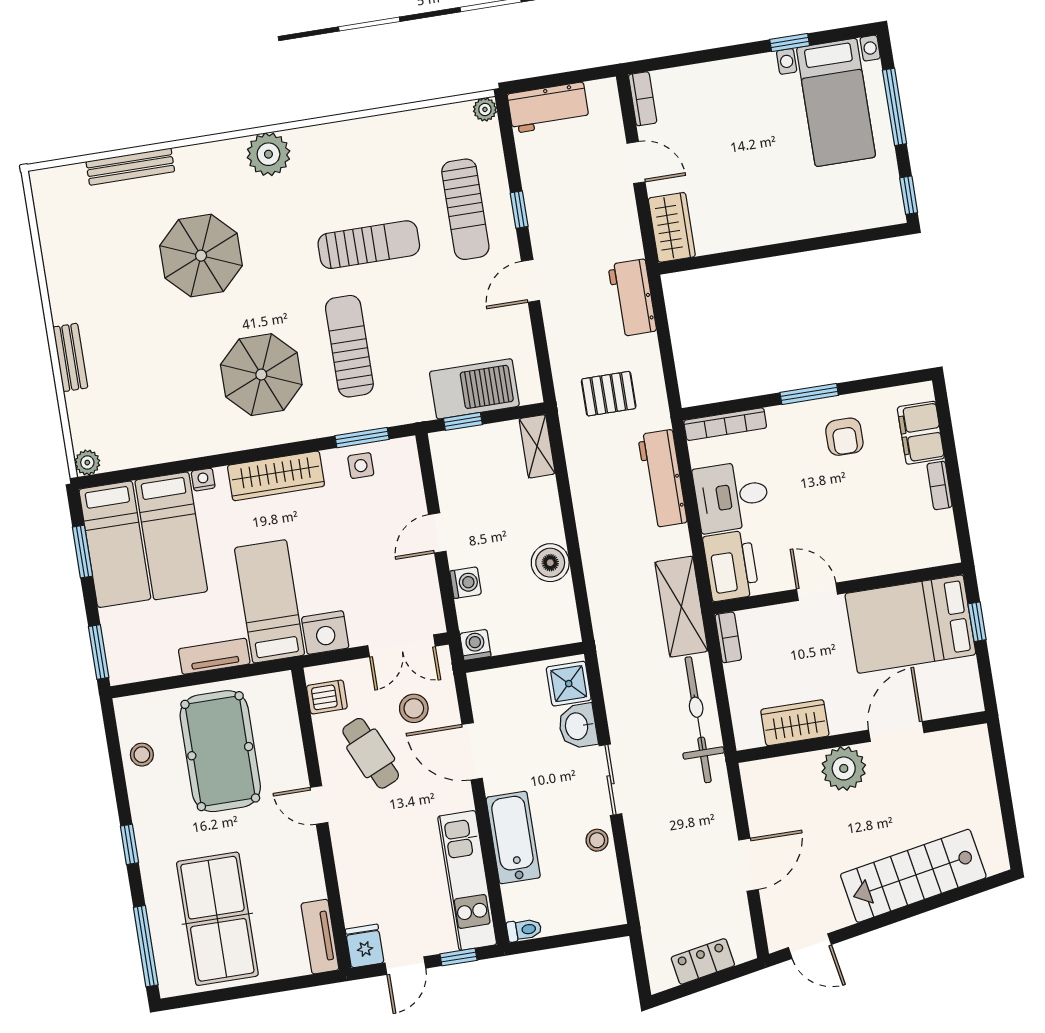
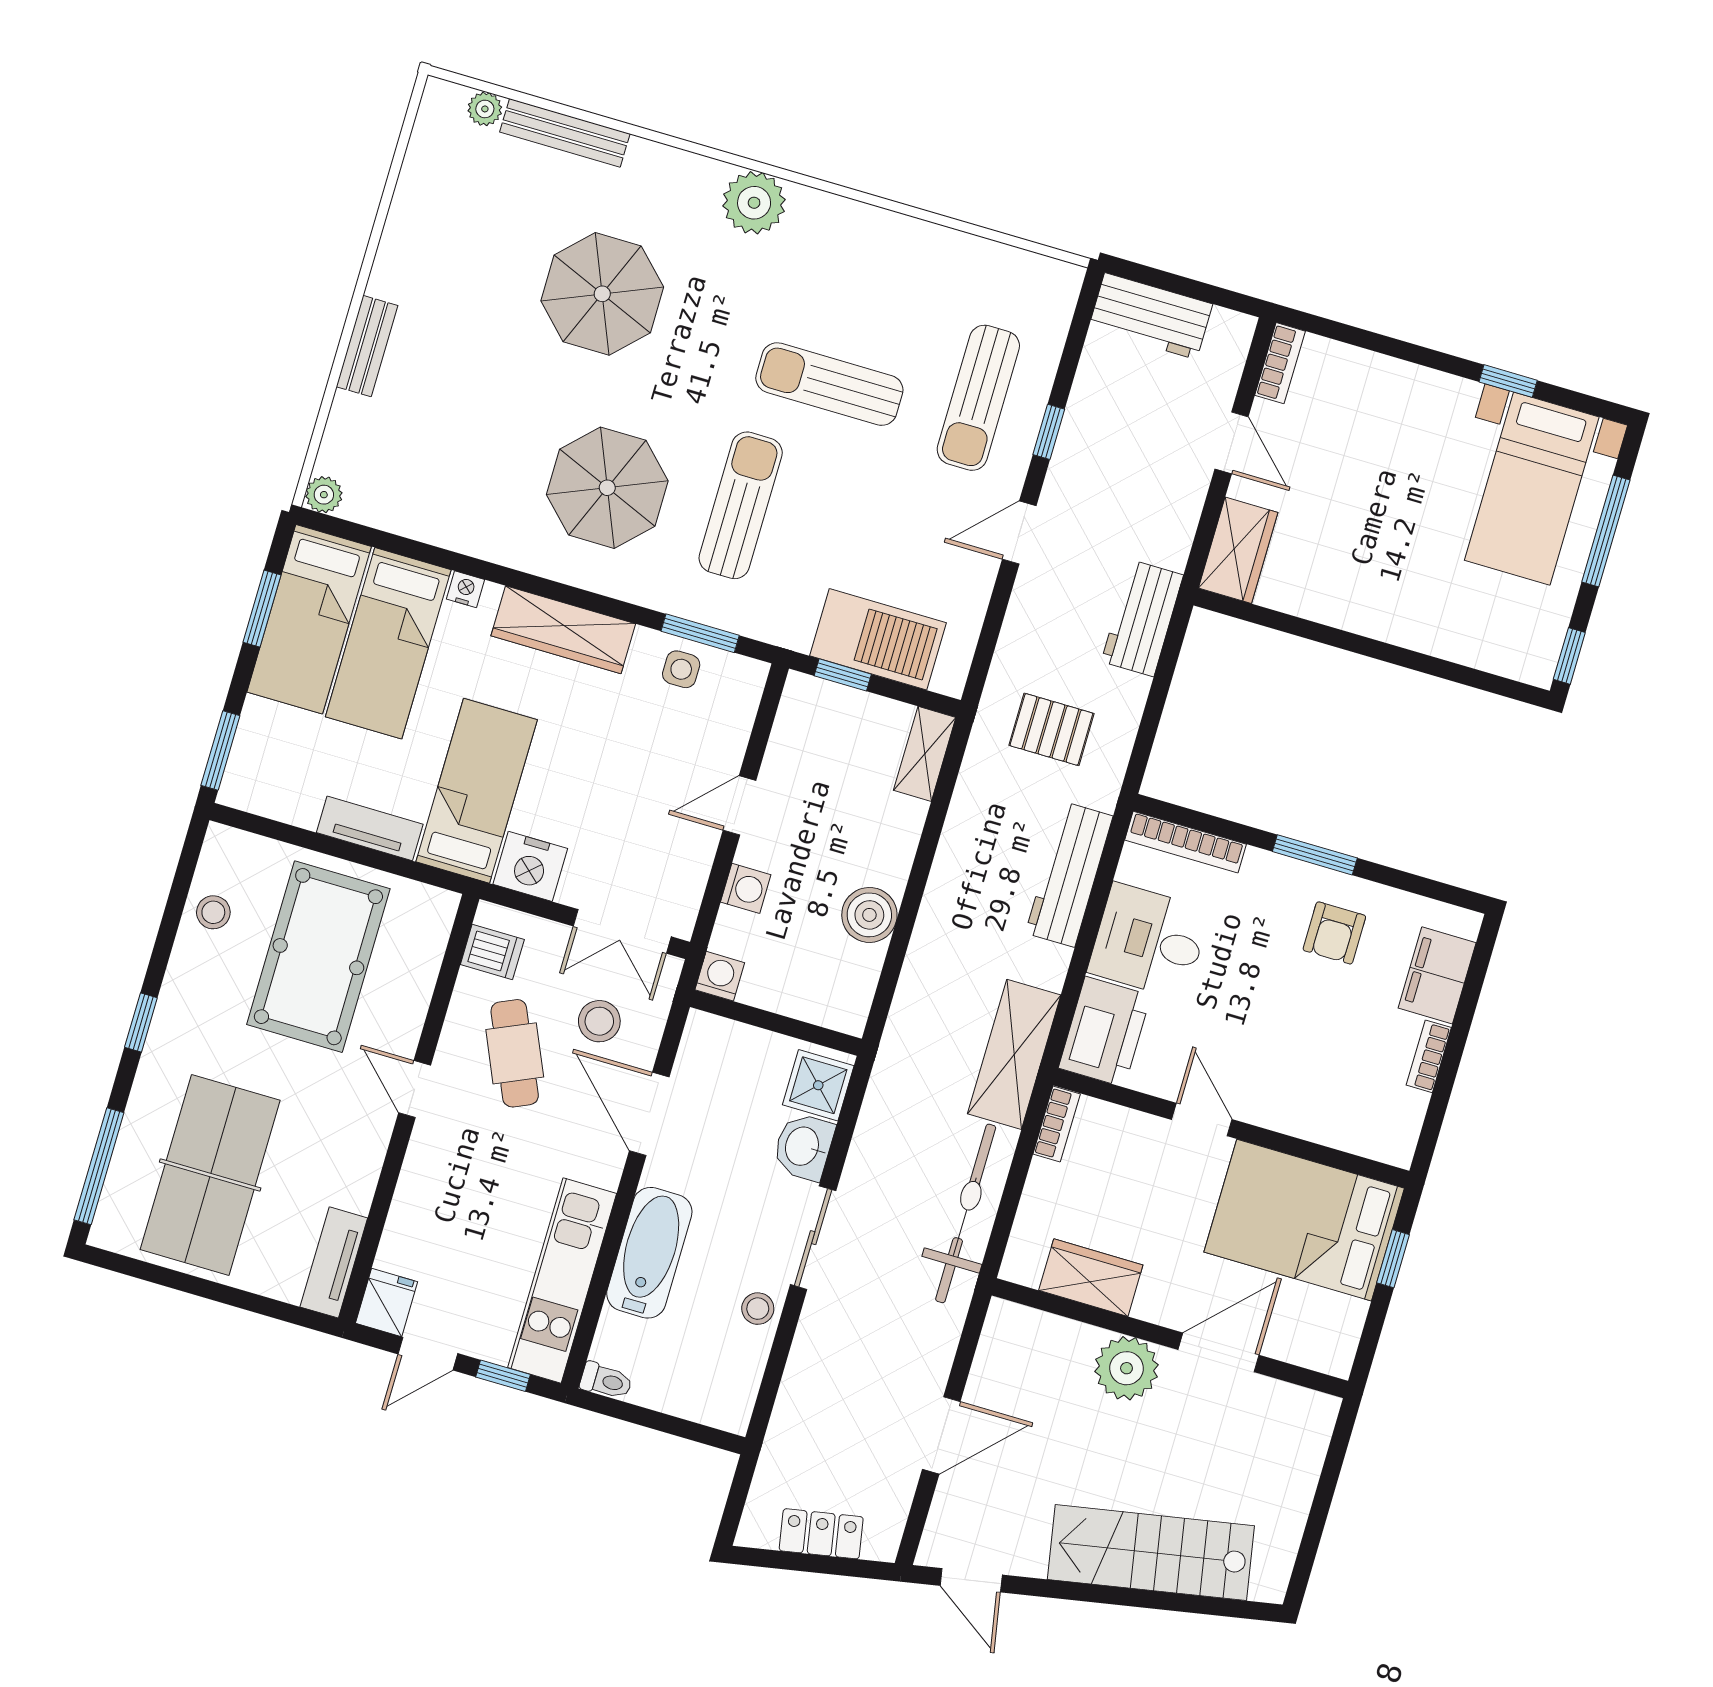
plant: (485, 109) -> (485, 109), moved
sun lounger: (369, 245) -> (829, 384), turned 180

